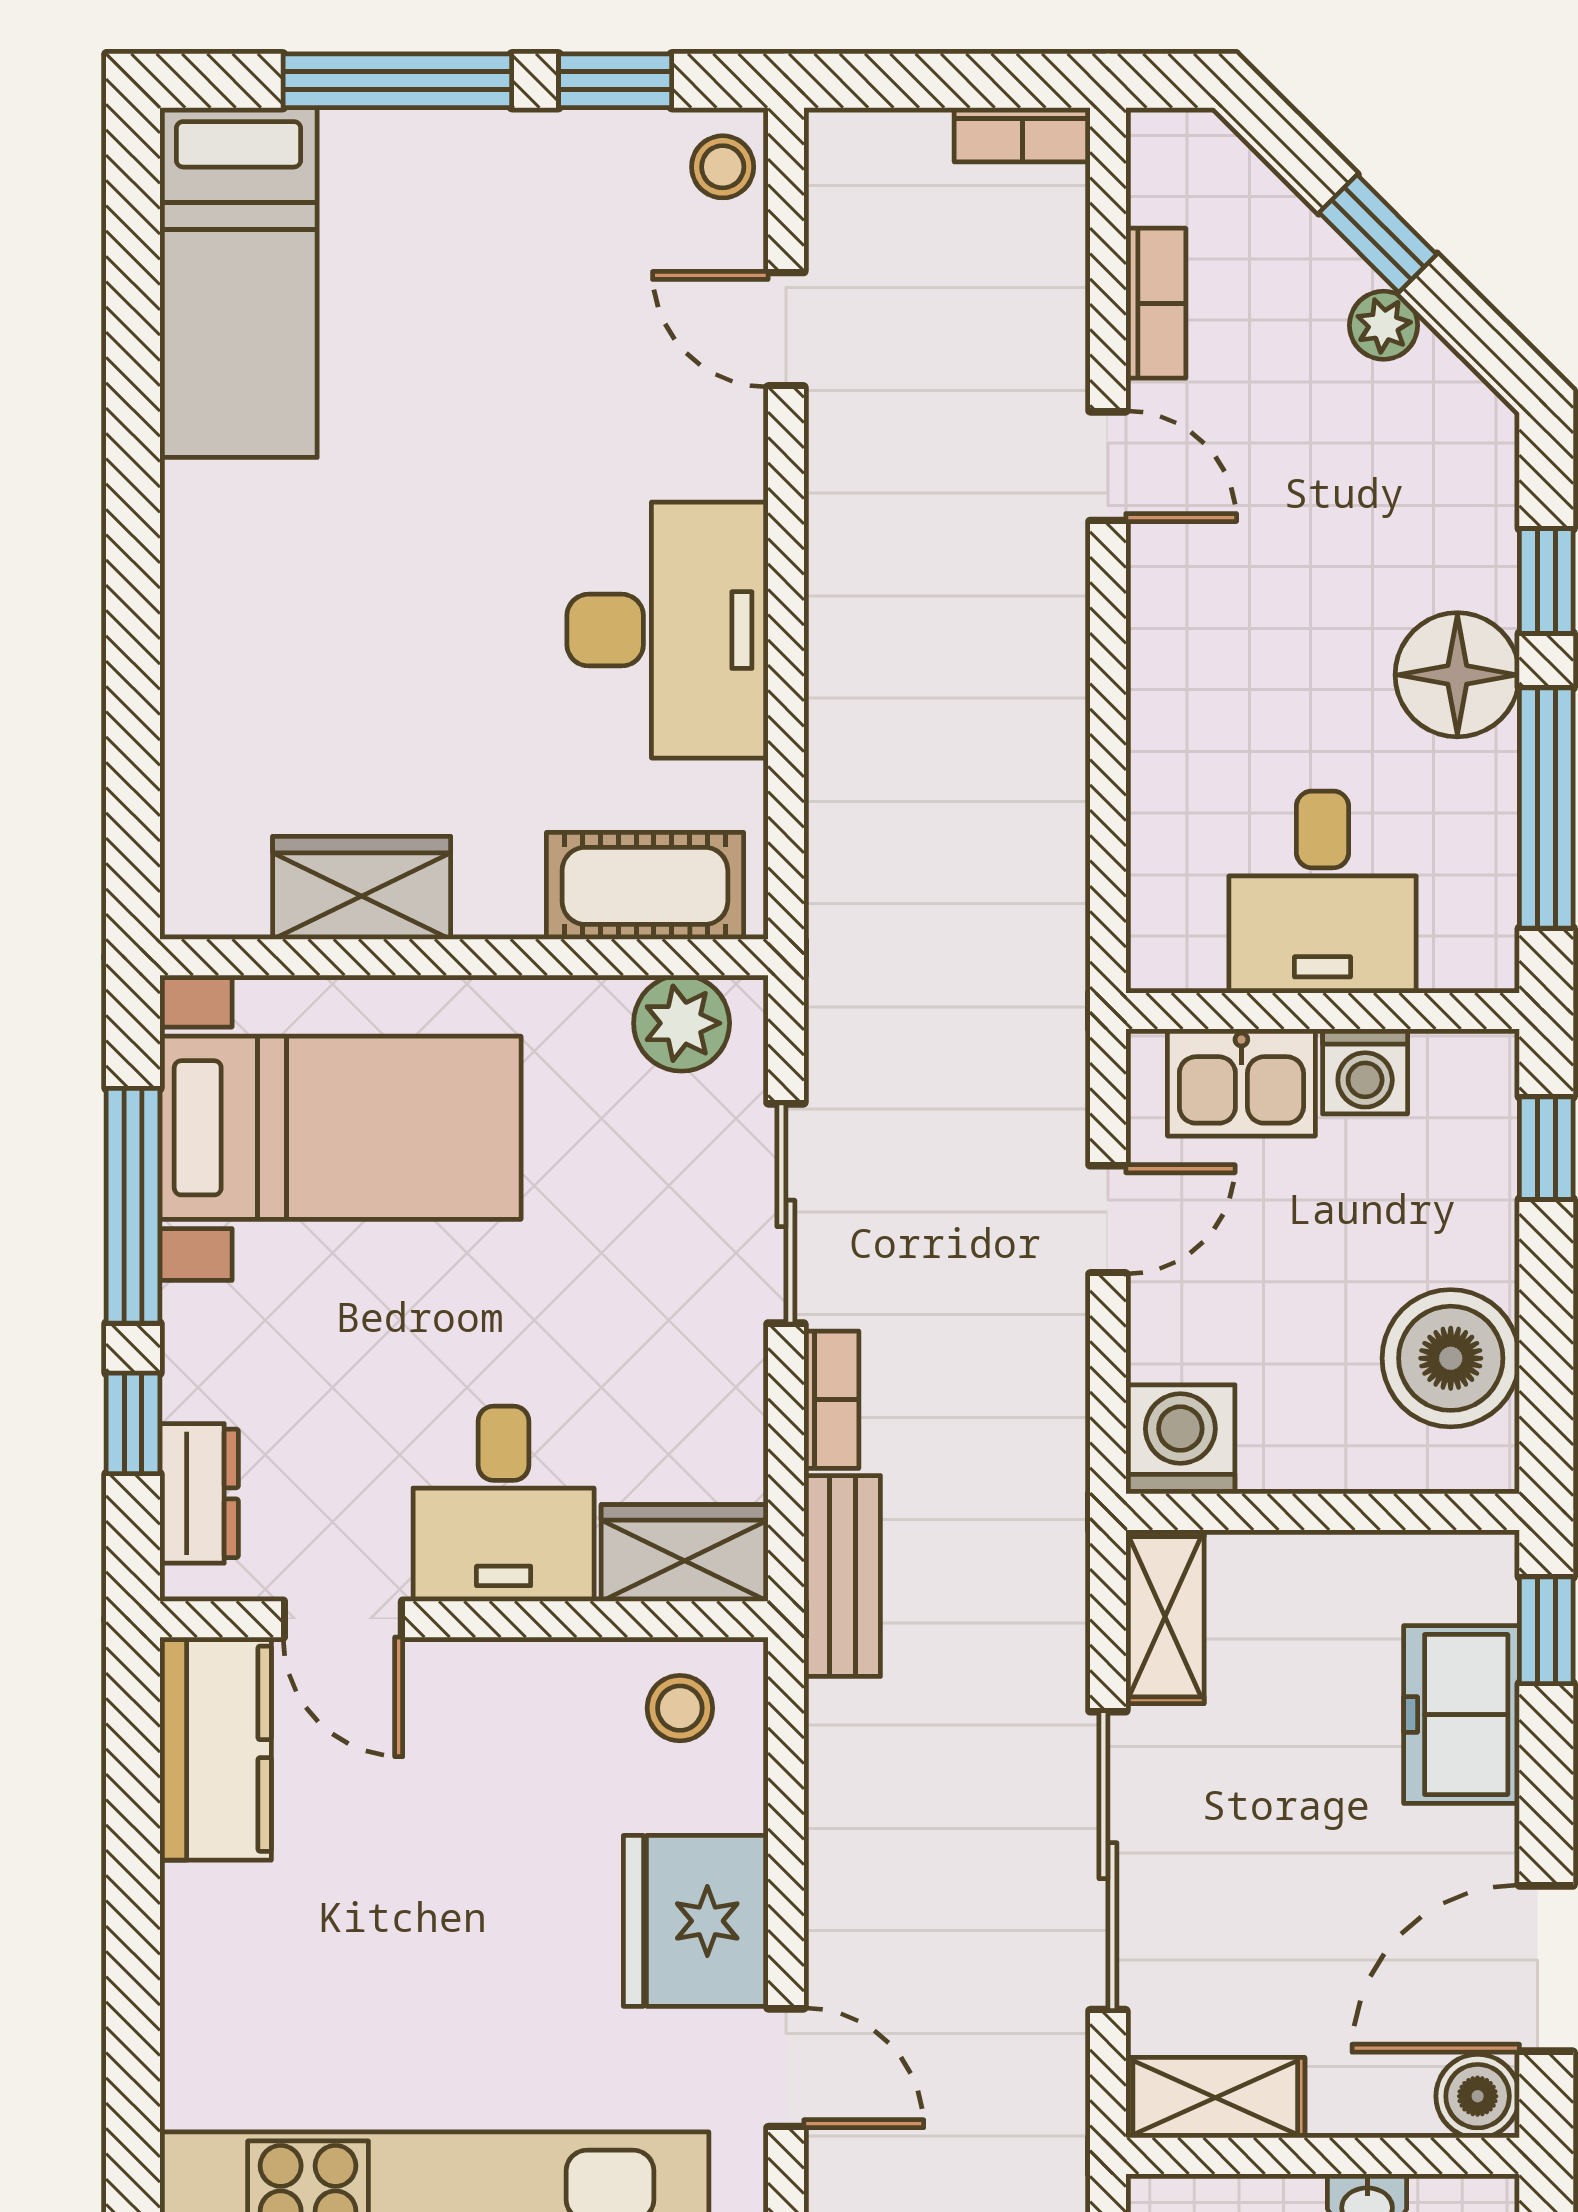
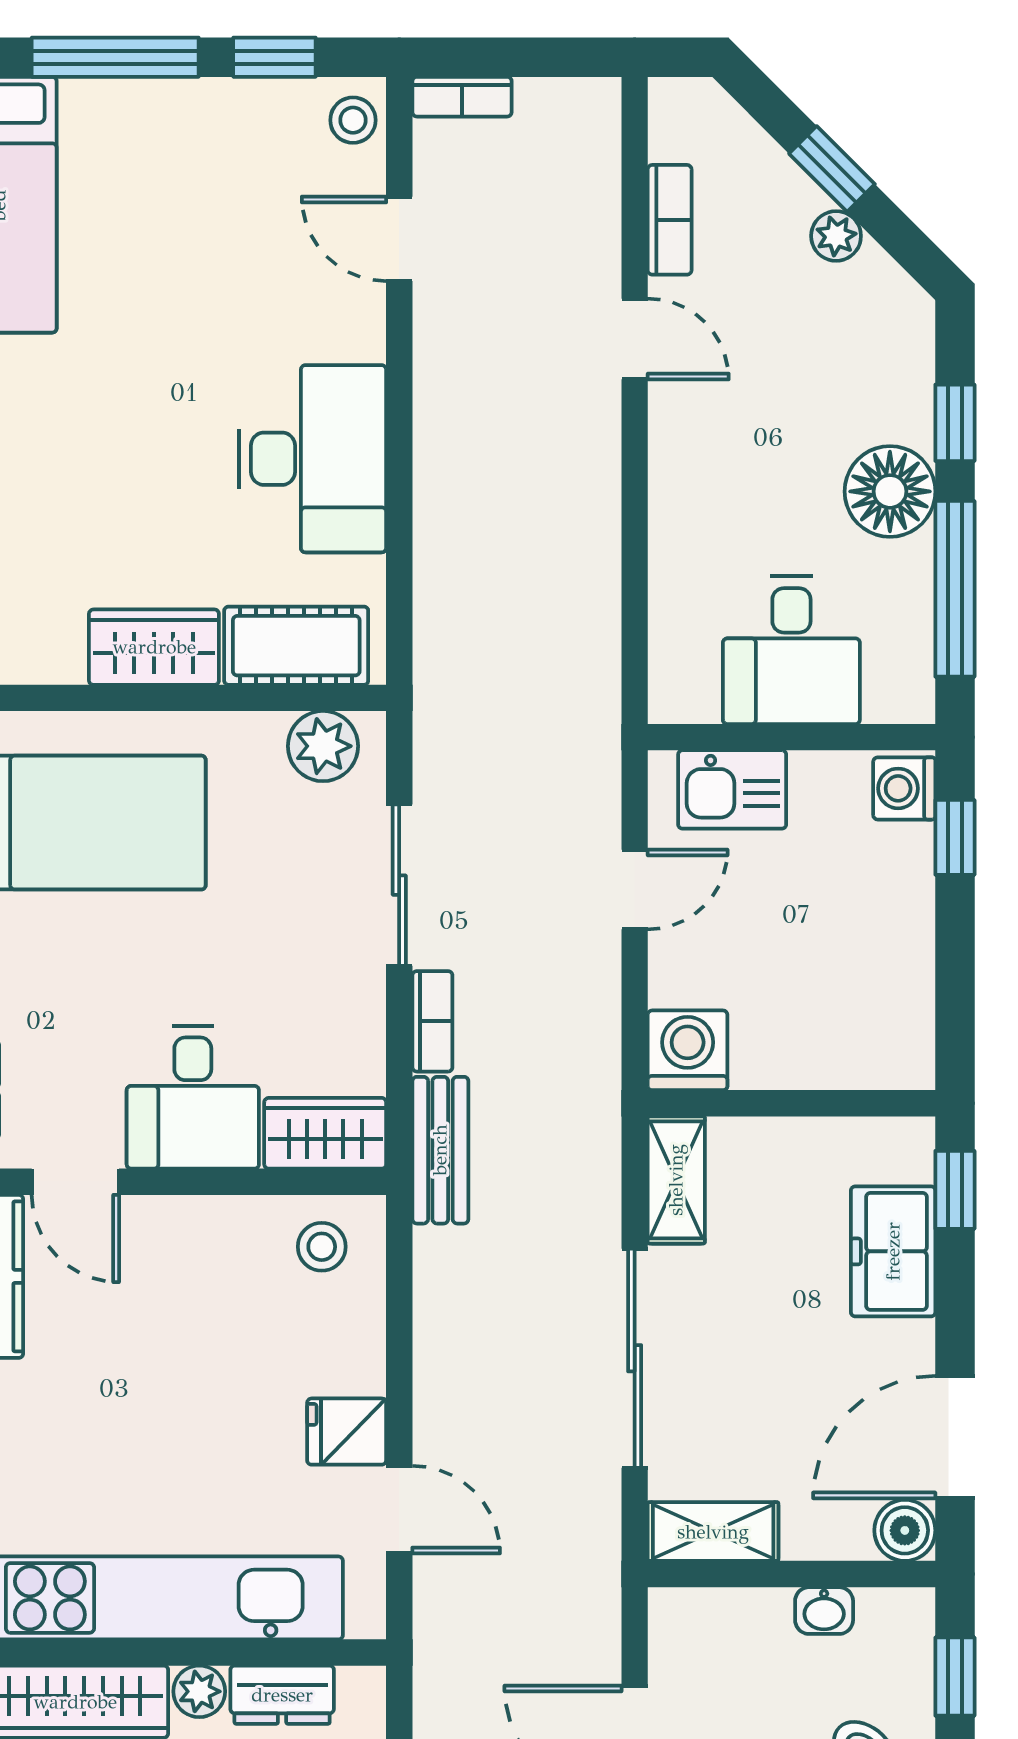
bookcase: (1022, 135) -> (462, 97), moved
wardrobe: (362, 888) -> (154, 647), moved
washing machine: (1365, 1071) -> (904, 788), moved, turned 90
boiler: (1451, 1358) -> (885, 991), removed
fridge: (696, 1921) -> (347, 1432), width x0.53, depth x0.75

